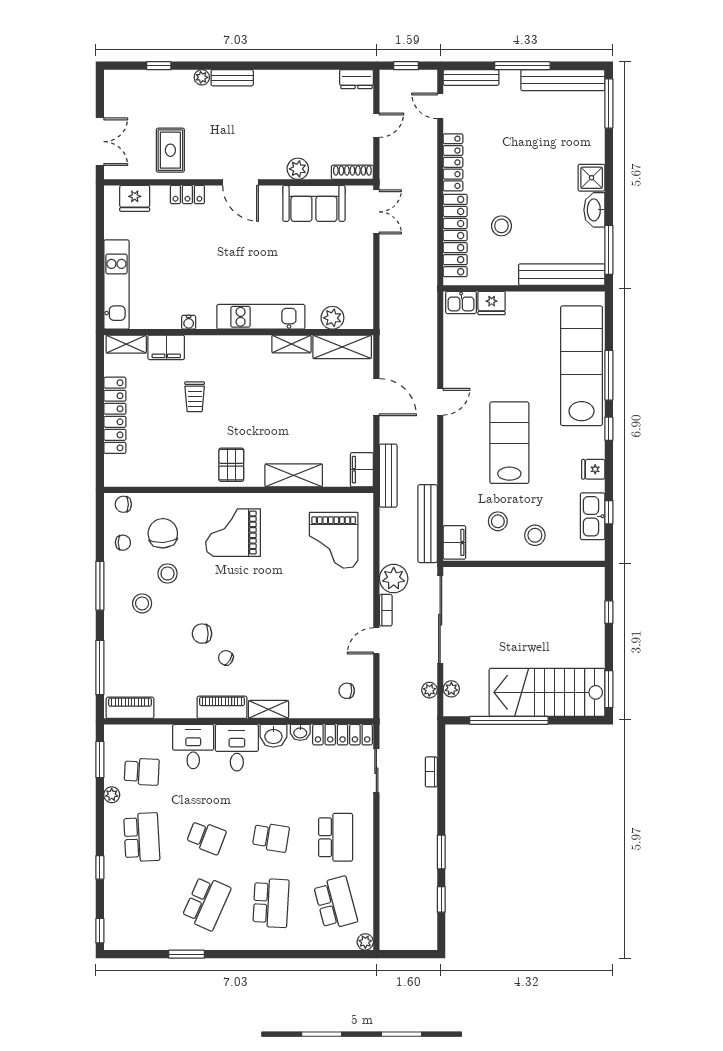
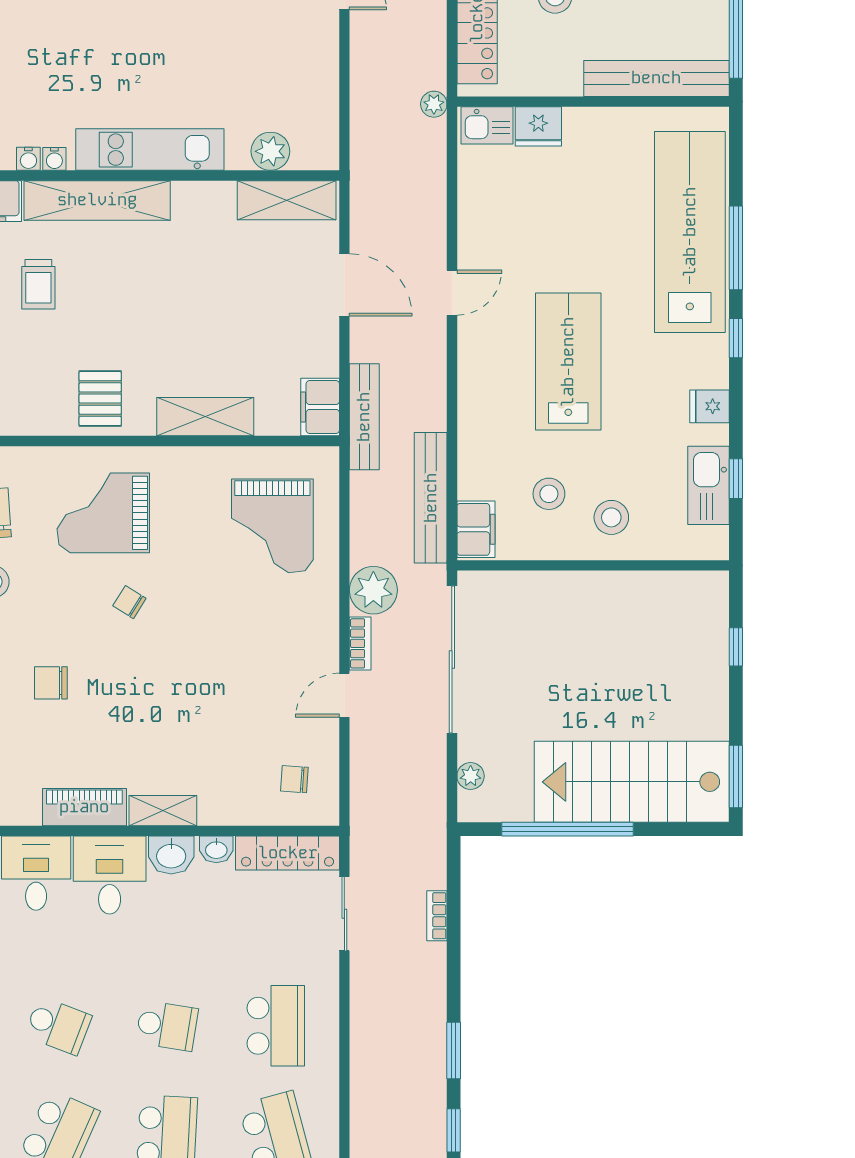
water cooler: (204, 322) -> (54, 159), added
shelving: (292, 344) -> (97, 200), moved, width x2.20, depth x1.33
chair: (226, 658) -> (129, 602), moved
plant: (429, 690) -> (434, 104), moved

